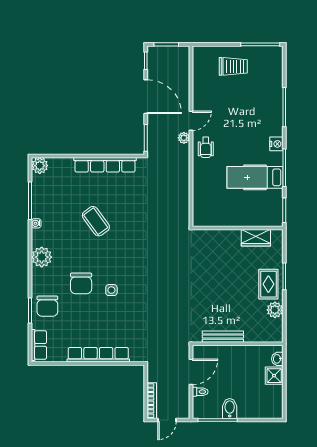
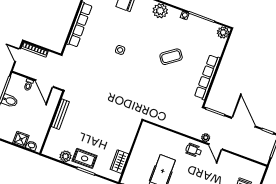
door: (146, 97) -> (243, 122), swing flipped
chair: (81, 283) -> (132, 31), removed

